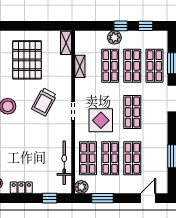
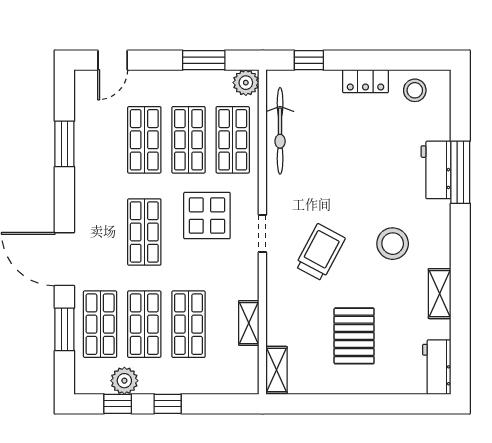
plant: (114, 37) -> (124, 381), moved
pallet: (27, 60) -> (354, 336), width x0.73, depth x0.71

